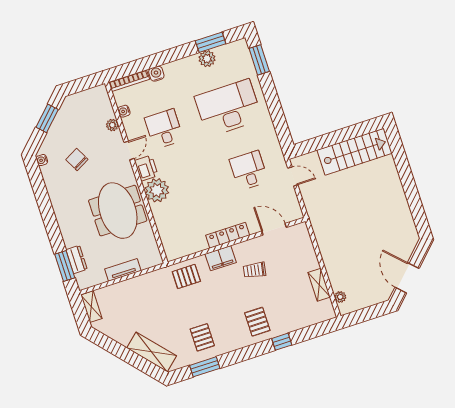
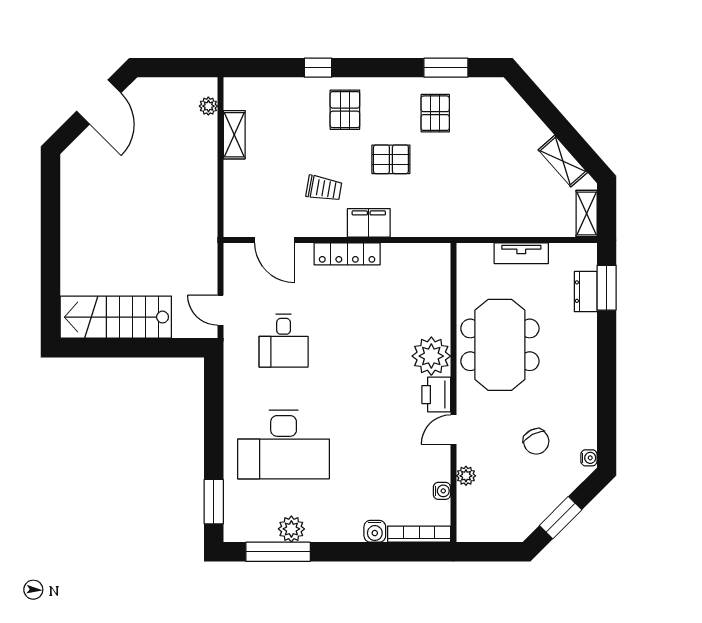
window: (211, 42) -> (278, 552), width x1.44
desk: (164, 129) -> (390, 445), removed
pallet: (186, 276) -> (391, 159), moved
shelving: (152, 352) -> (563, 161), moved, width x0.67, depth x0.75

